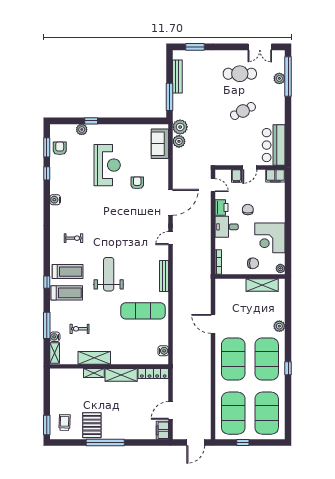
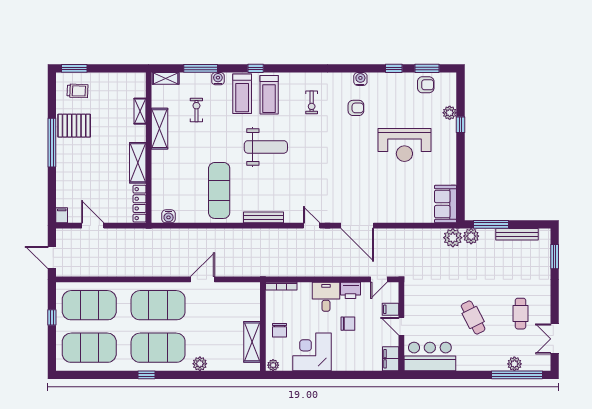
cafe table: (240, 74) -> (520, 314), width x0.73, depth x0.74
plant: (179, 141) -> (471, 236), moved
sofa: (160, 144) -> (446, 204), moved, turned -90
armchair: (137, 183) -> (356, 108), moved
water cooler: (55, 337) -> (218, 79), moved
shelving: (94, 373) -> (140, 111), moved
filing cabinet: (162, 430) -> (62, 215), width x0.50

